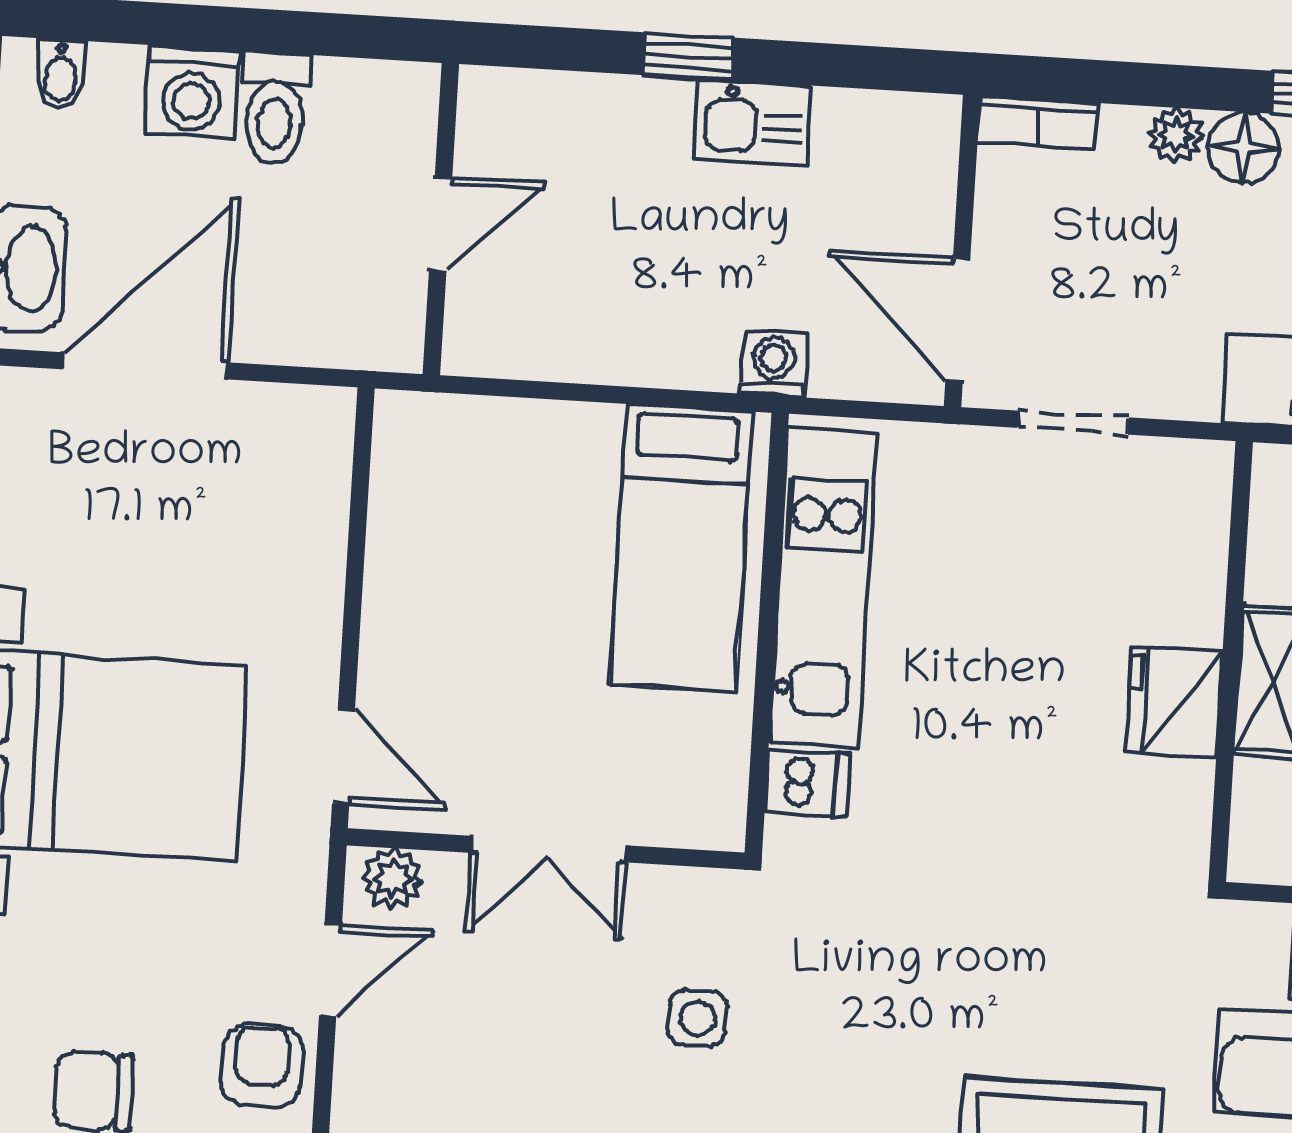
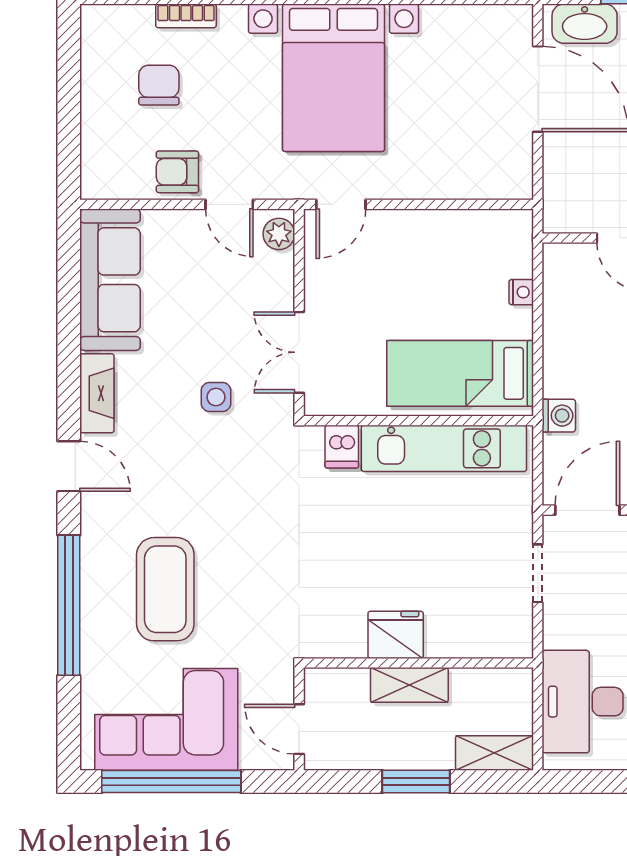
nightstand: (533, 421) -> (521, 292), added
double door: (549, 849) -> (299, 352), moved
armchair: (262, 1066) -> (177, 172), turned 180

